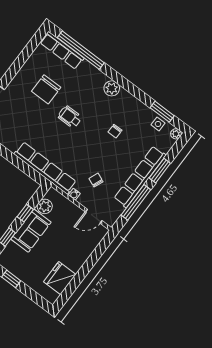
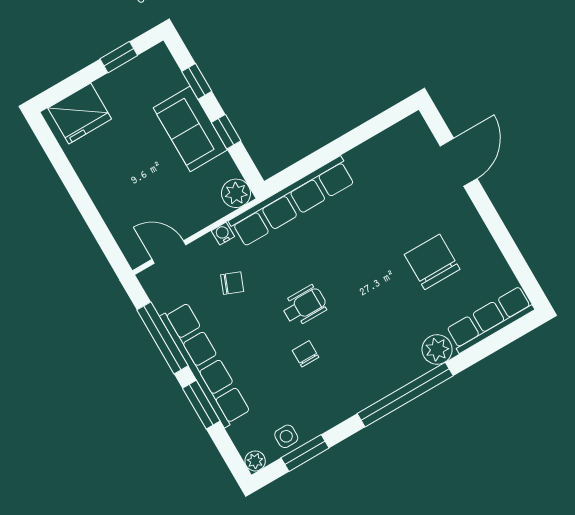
window: (81, 50) -> (405, 395), moved
plant: (112, 88) -> (437, 349), moved
wheelchair: (70, 117) -> (304, 306), moved
plant: (45, 206) -> (236, 193), moved
door: (94, 216) -> (169, 252), hinge flipped
fridge: (60, 278) -> (80, 113), moved, turned 90

